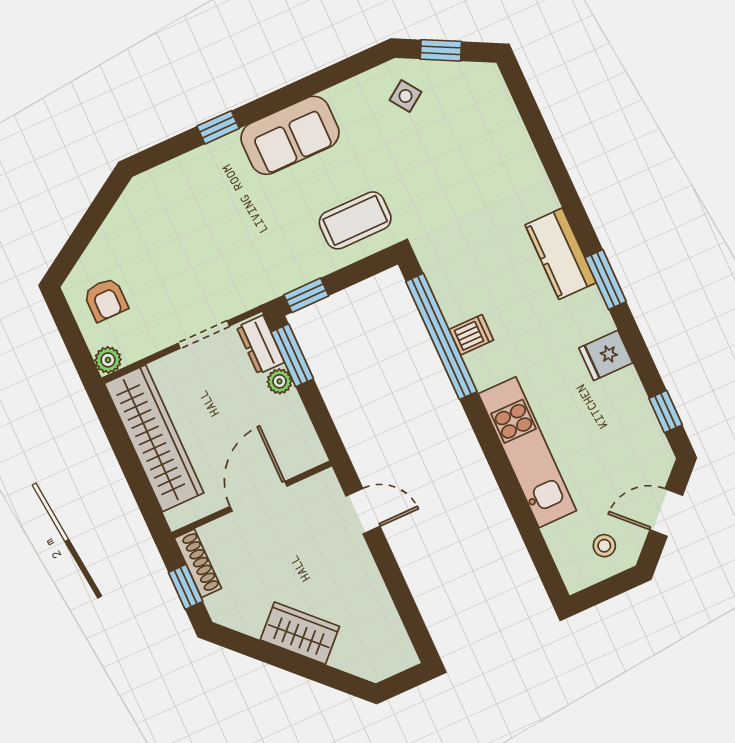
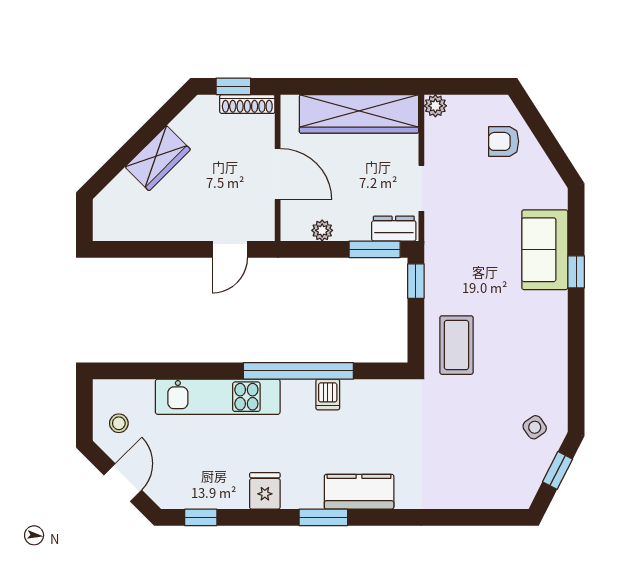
sofa: (290, 135) -> (545, 250), moved
armchair: (106, 300) -> (504, 141), moved
window: (441, 336) -> (298, 371), moved
plant: (280, 381) -> (322, 230), moved

